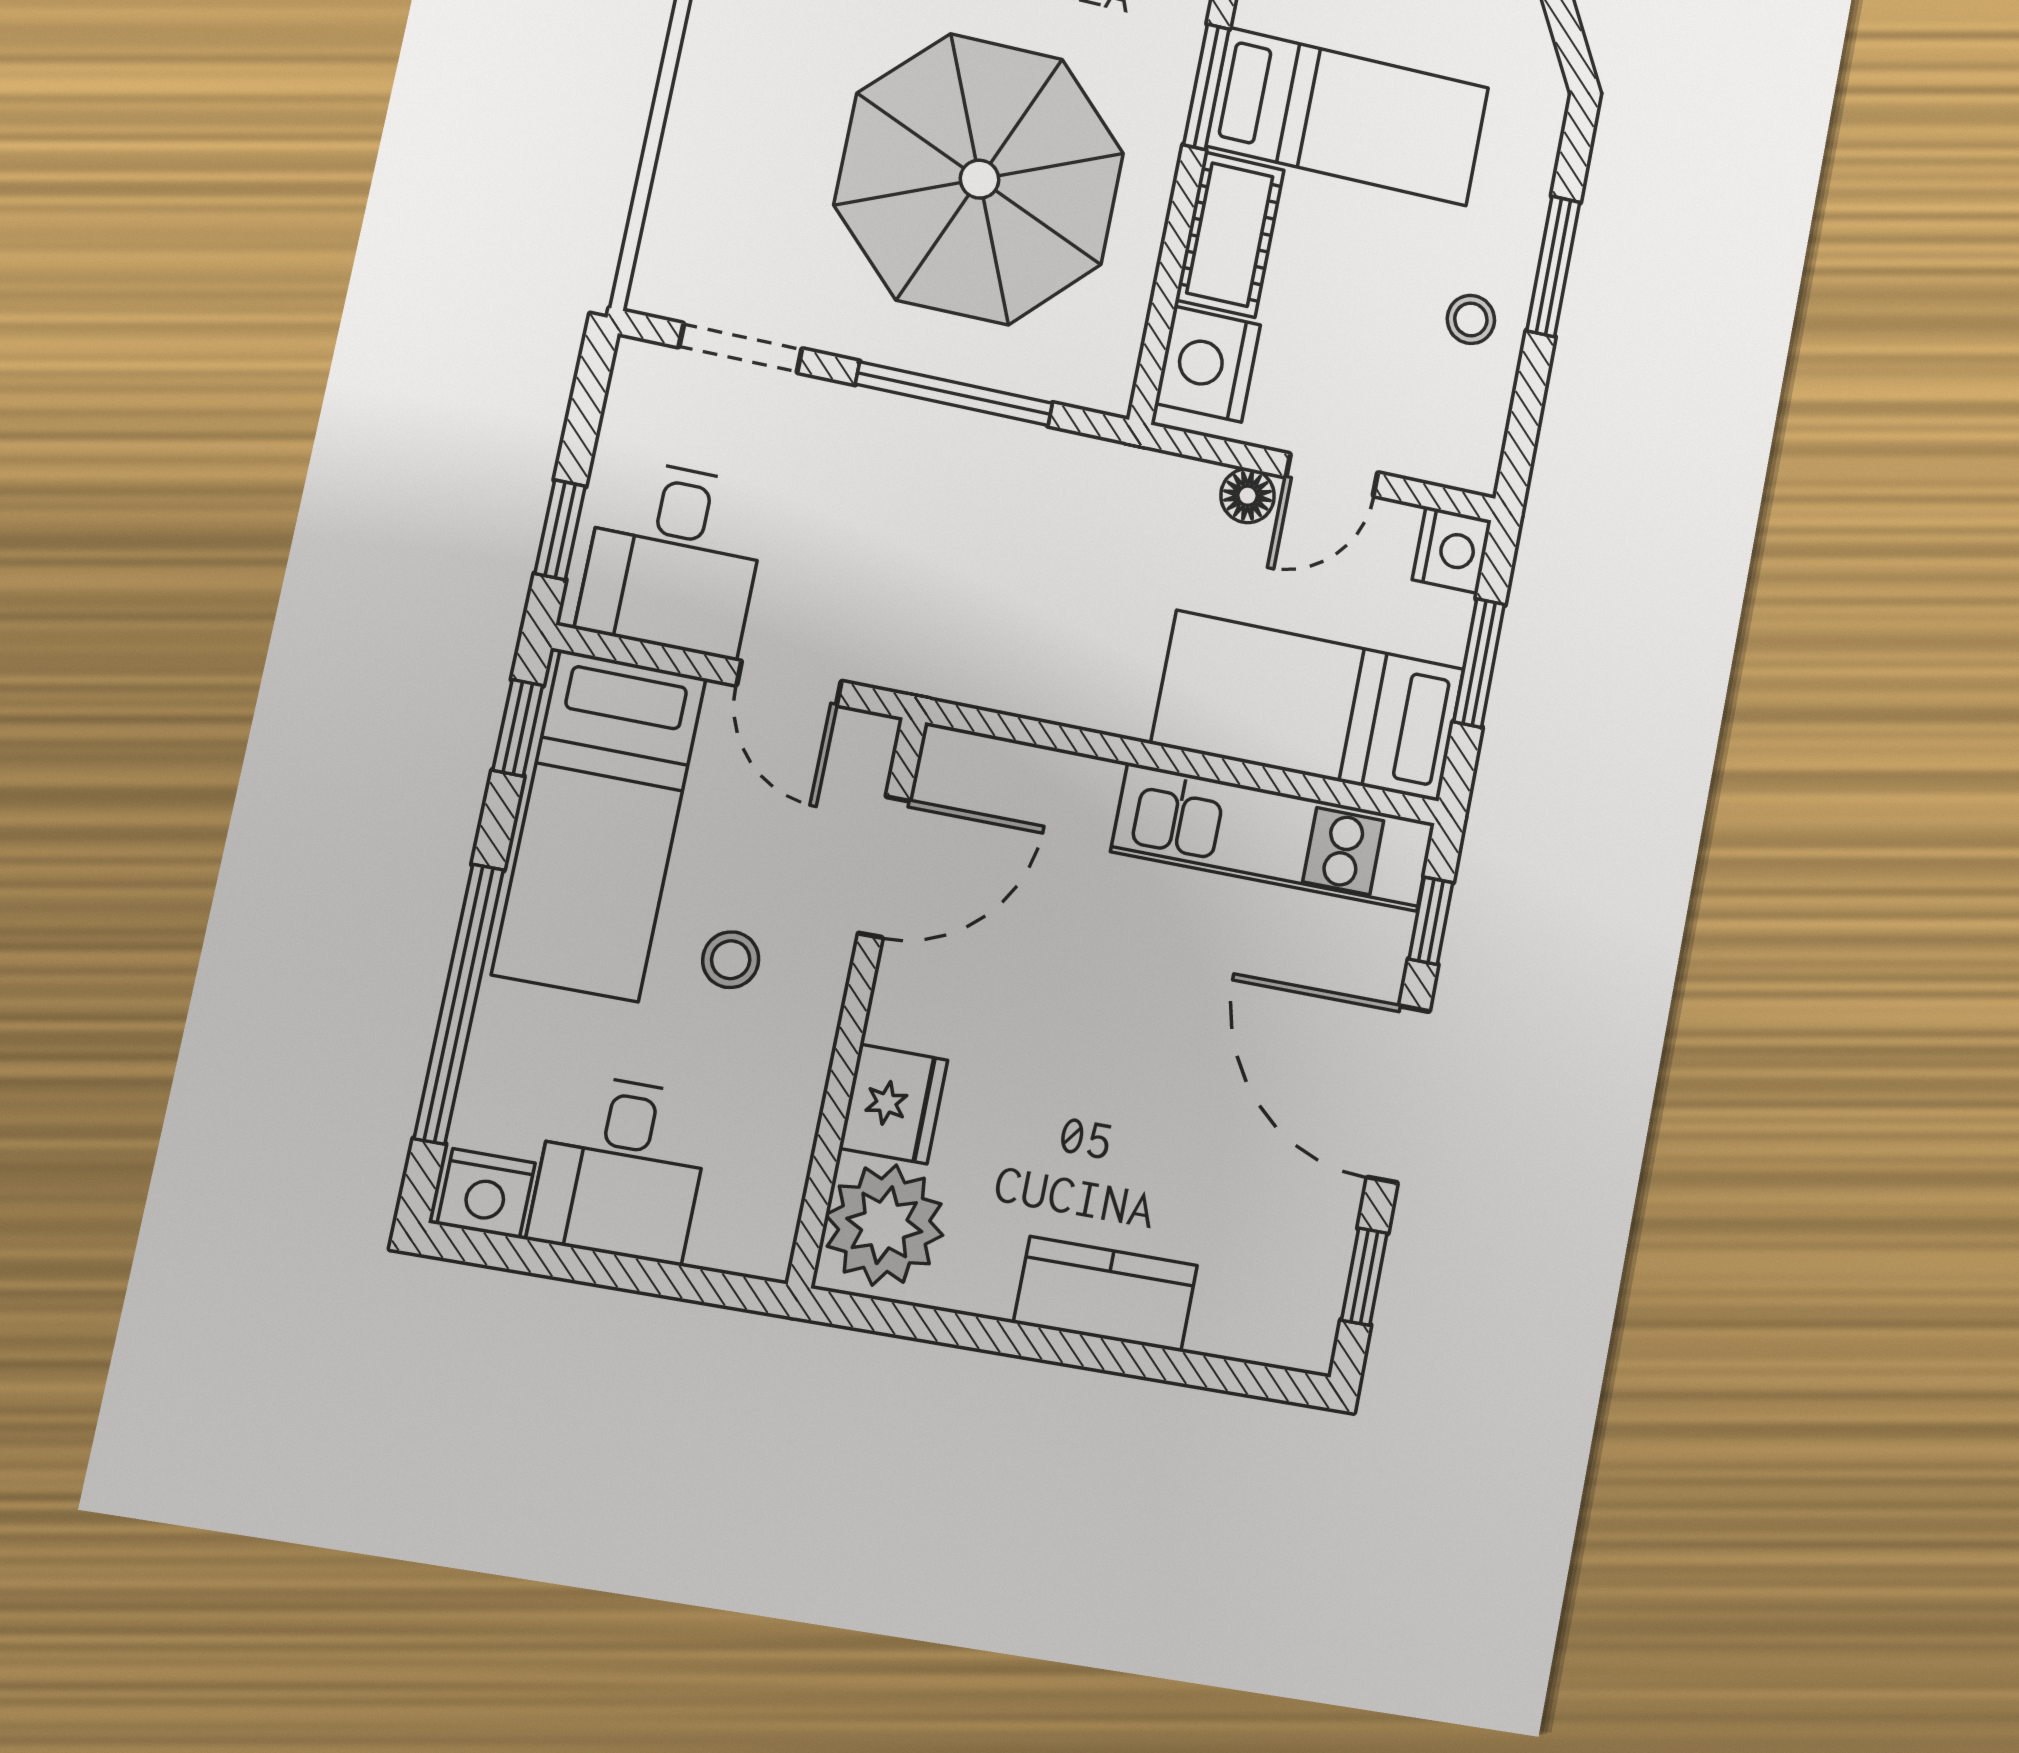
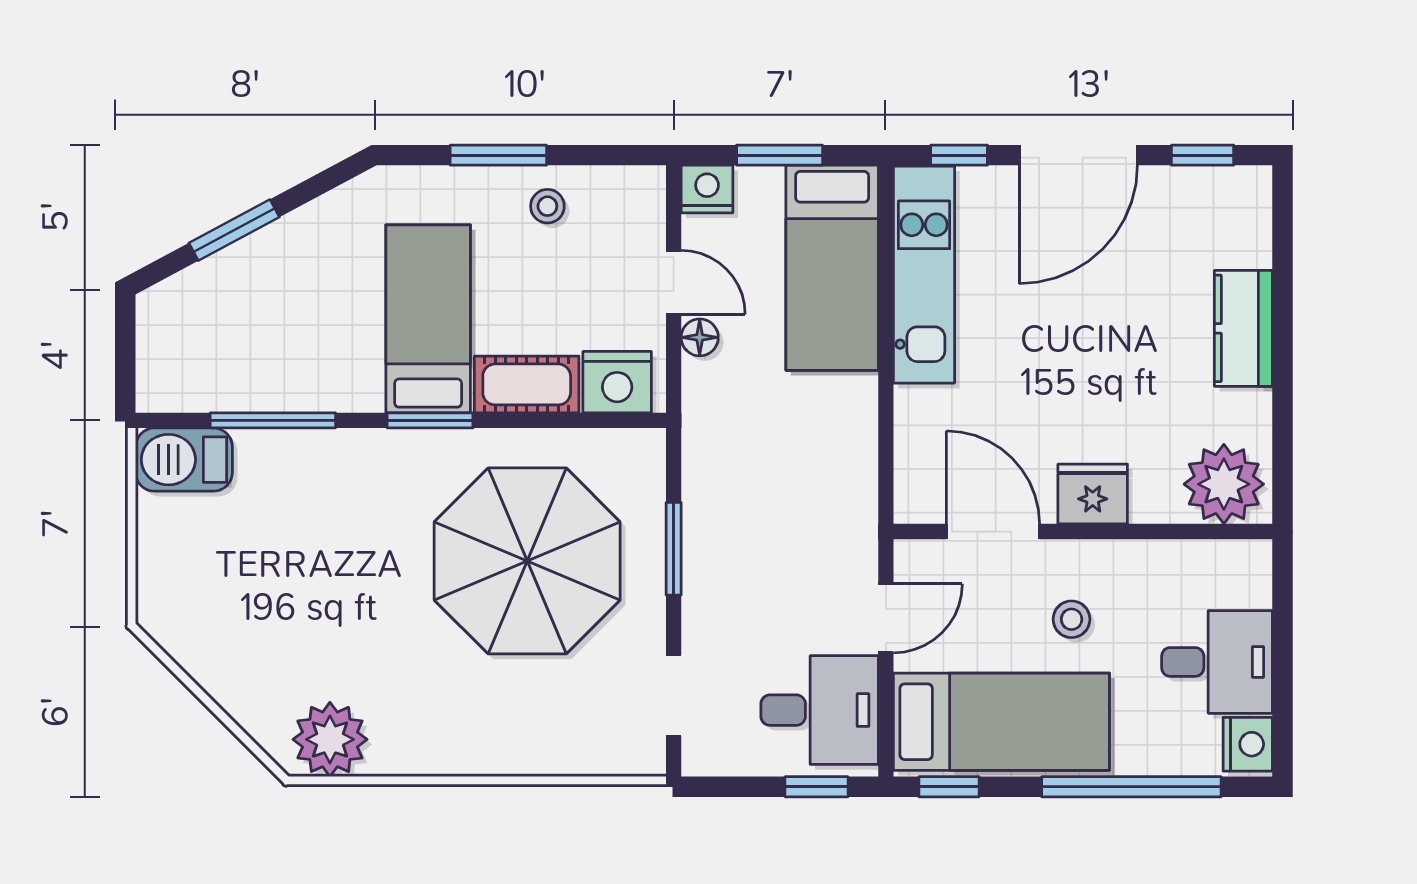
window: (954, 394) -> (674, 549), width x0.69
fridge: (893, 1104) -> (1093, 494), moved

